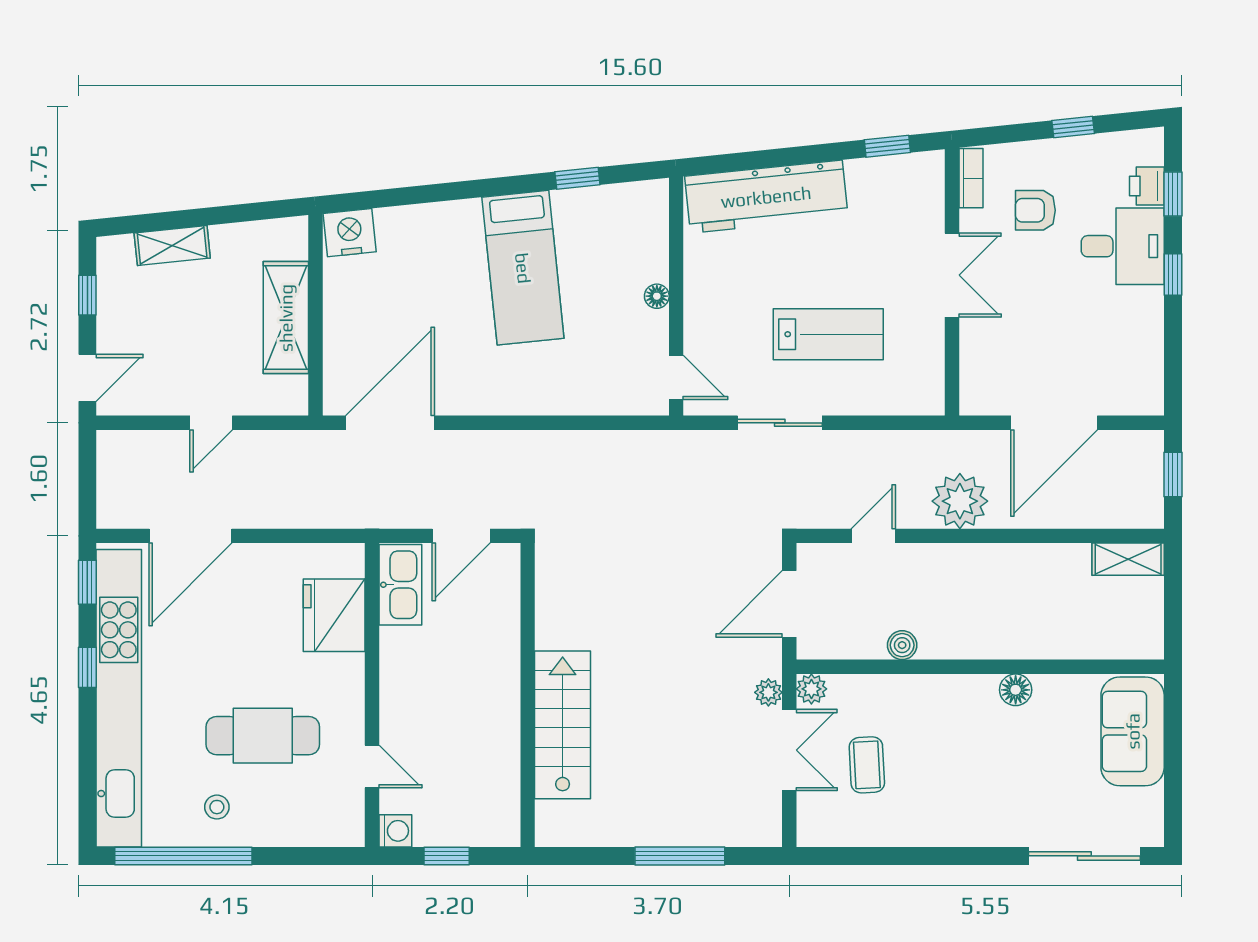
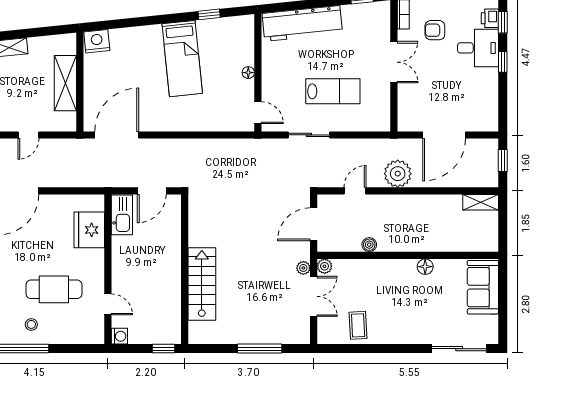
coffee table: (867, 765) -> (358, 325), moved
window: (447, 856) -> (164, 349), moved

